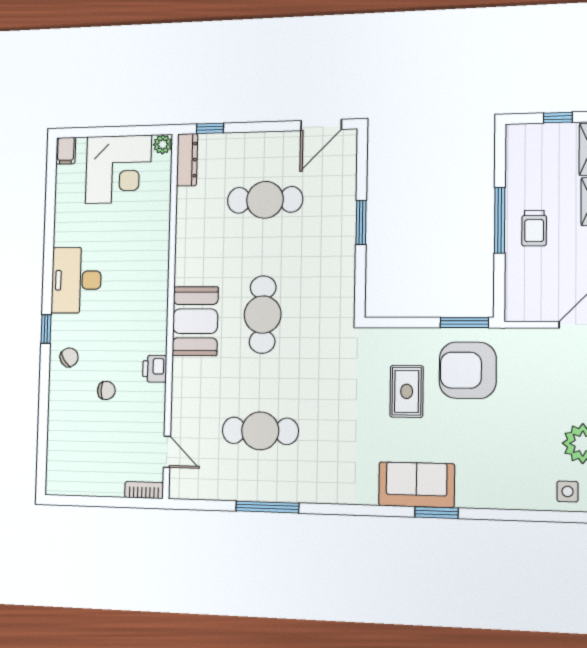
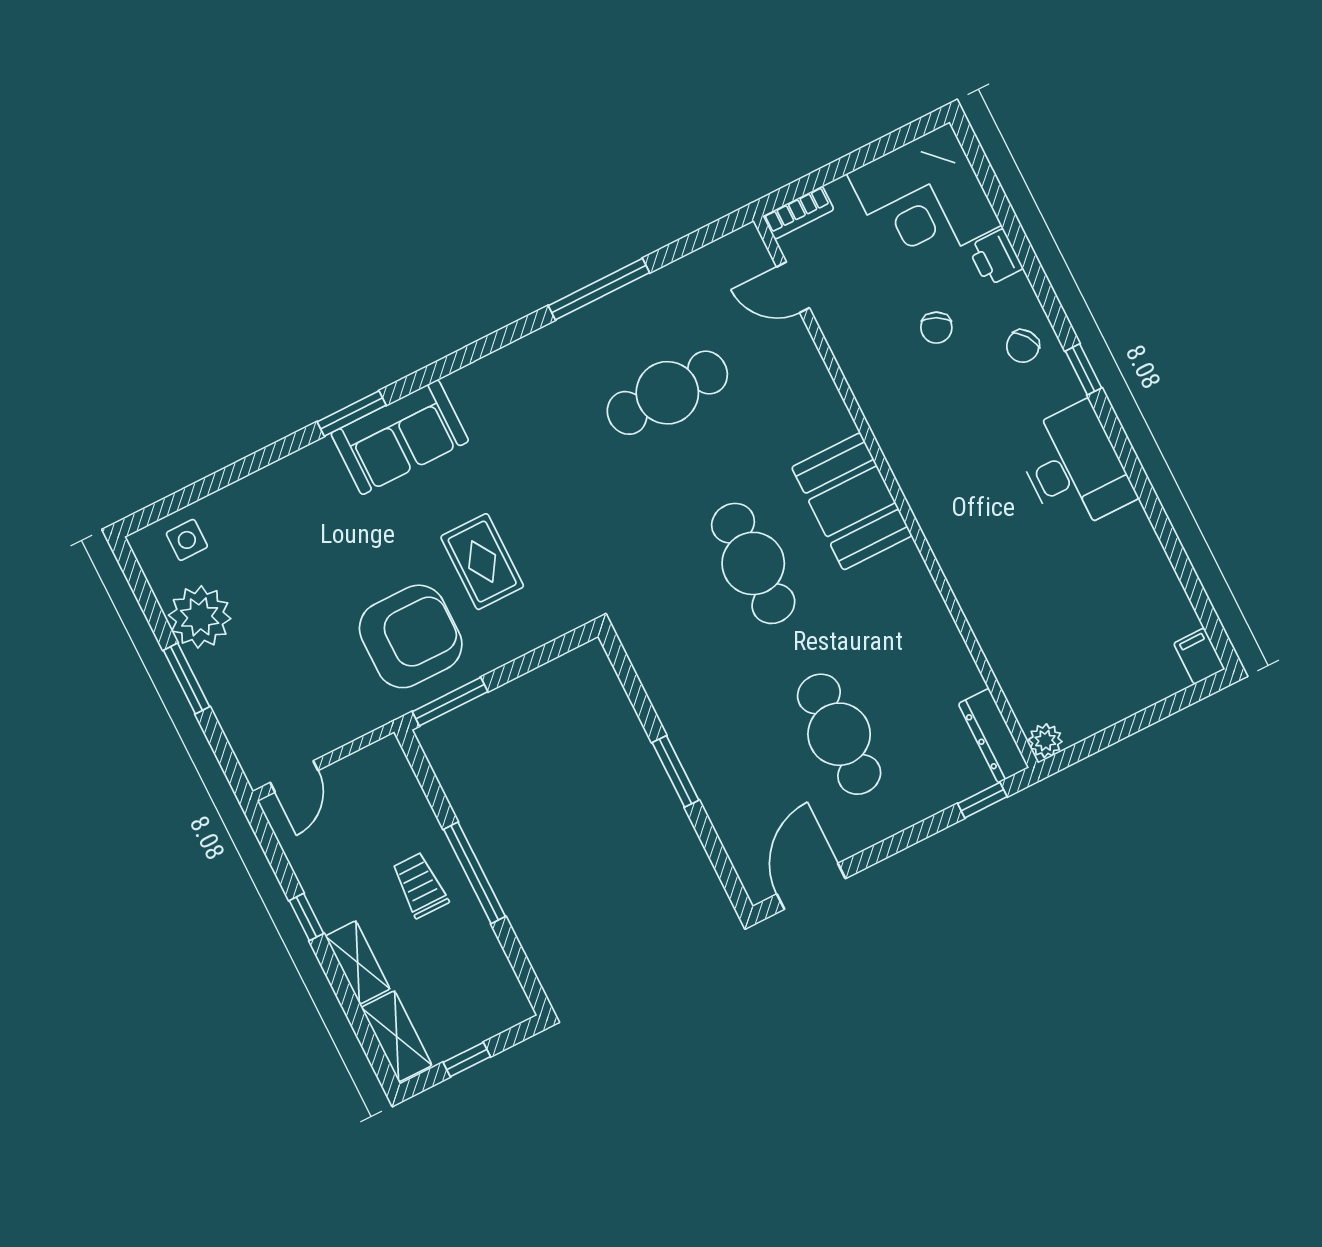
corner desk: (118, 169) -> (924, 199), moved, turned -90
cafe table: (265, 200) -> (839, 734), turned 90
printer: (155, 369) -> (995, 258), moved, turned 180
chair: (106, 390) -> (936, 328), turned -63

